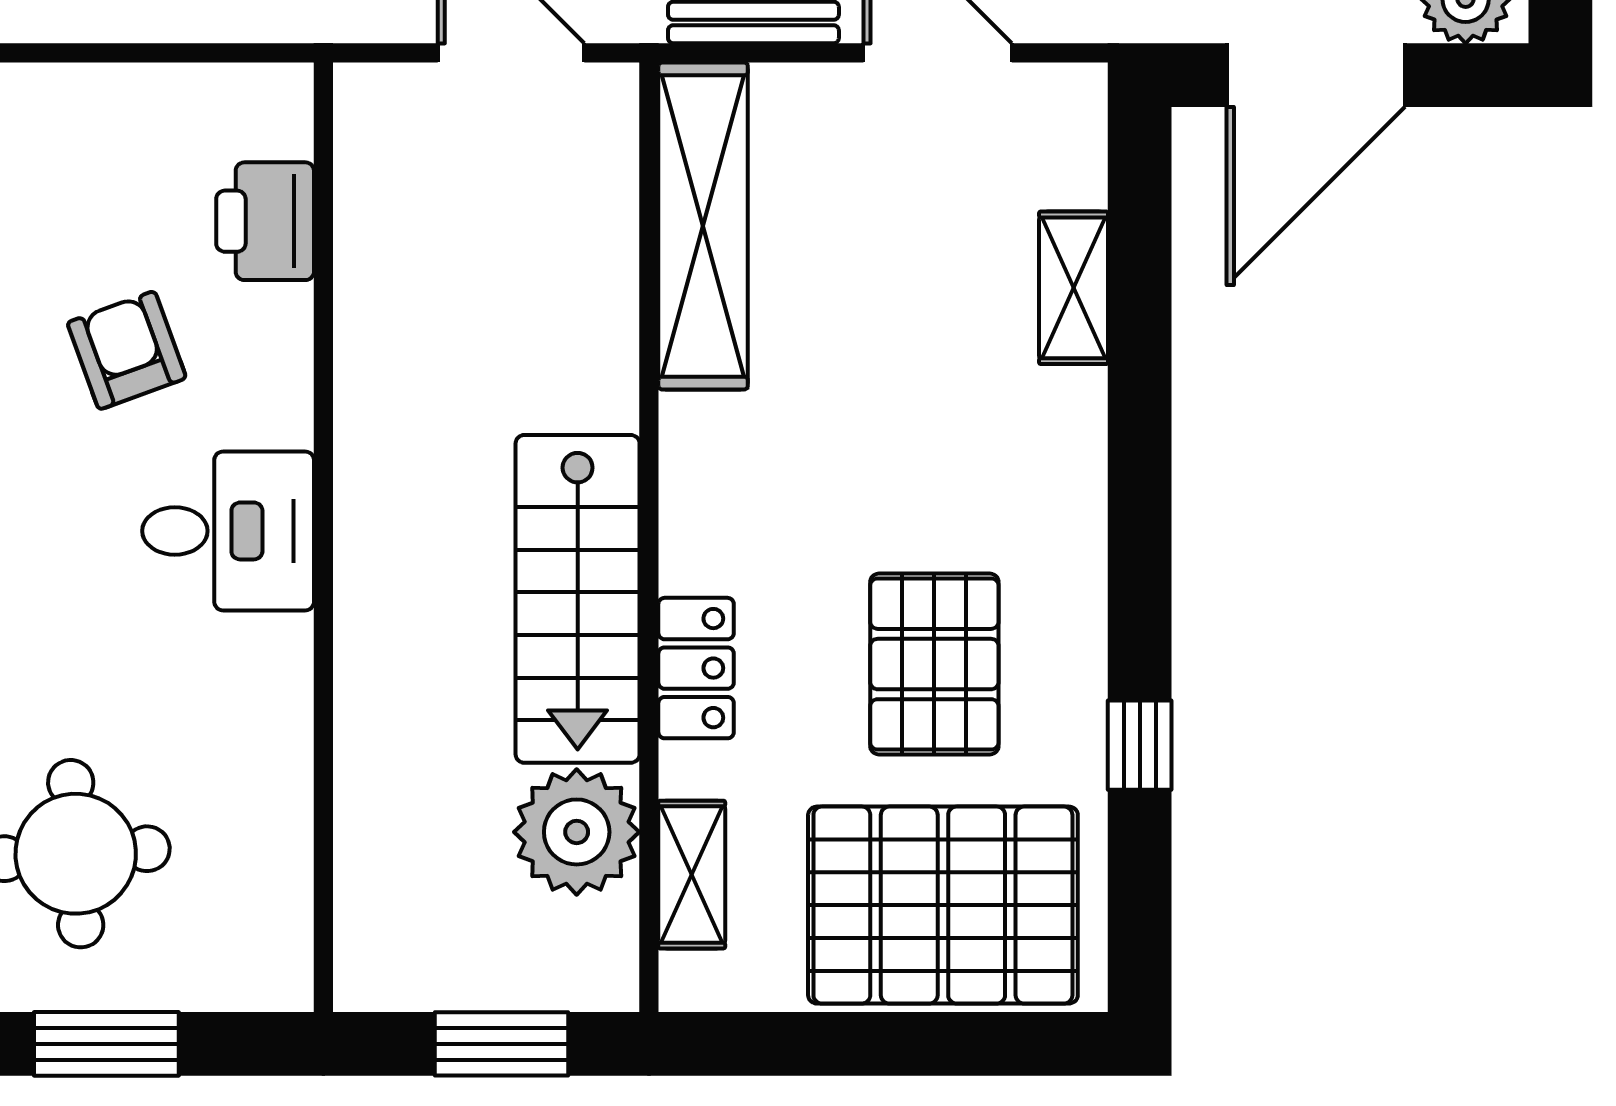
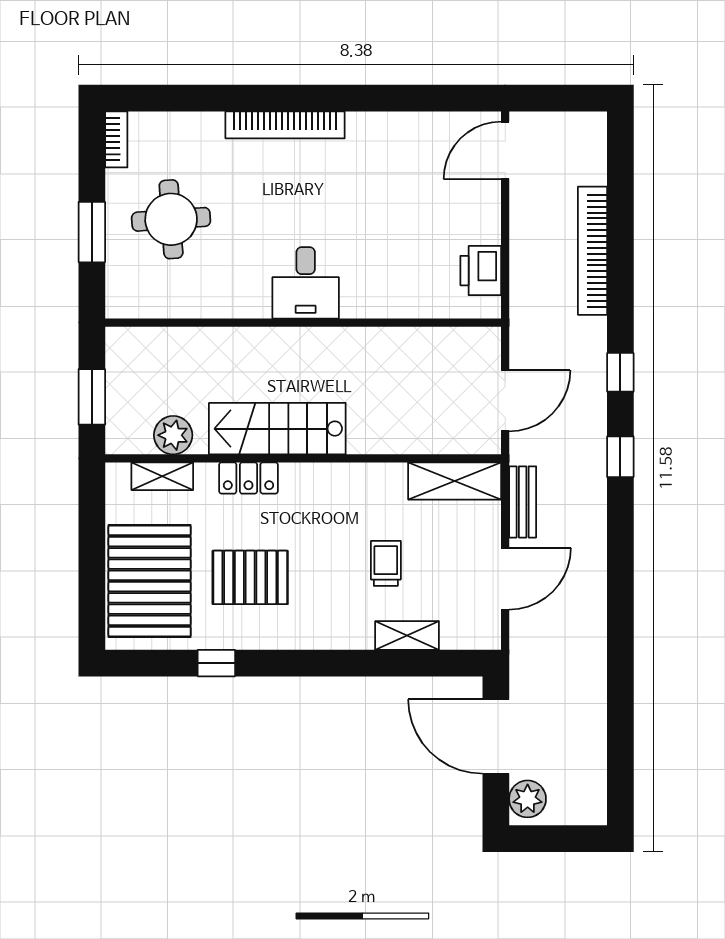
printer: (265, 221) -> (481, 271), moved, turned -90
shelving: (703, 226) -> (455, 481), width x0.68
trolley: (901, 339) -> (386, 563), added
armchair: (127, 350) -> (381, 241), removed
plant: (577, 832) -> (173, 435), width x0.73, depth x0.73

